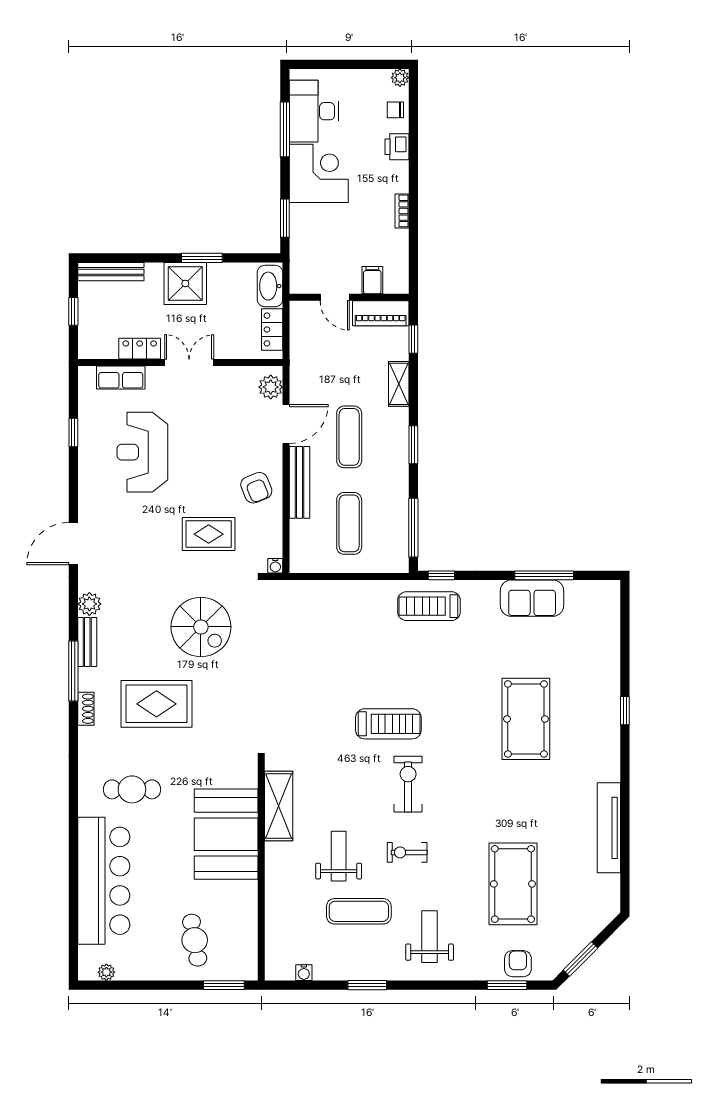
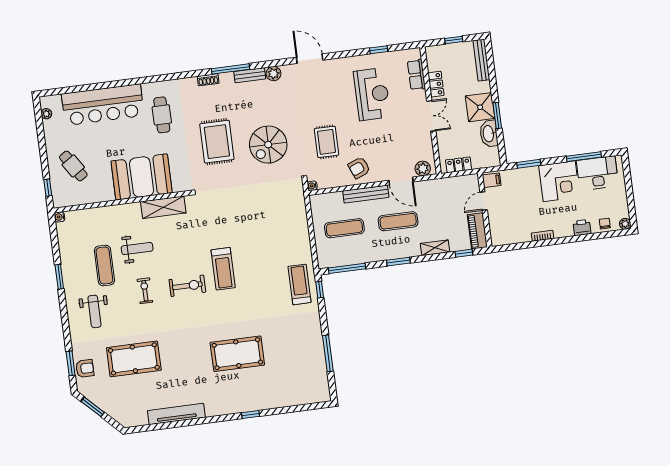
filing cabinet: (372, 280) -> (492, 180), moved
washbasin: (270, 286) -> (489, 134), moved, turned -90
reception desk: (142, 452) -> (372, 94), turned 90
sofa: (532, 598) -> (313, 348), removed
rug: (156, 704) -> (217, 142), moved
weight bench: (430, 937) -> (94, 311), turned 90
cafe table: (195, 940) -> (73, 166), turned 67
water cooler: (304, 973) -> (59, 217), moved
window: (224, 985) -> (48, 188), width x0.67

